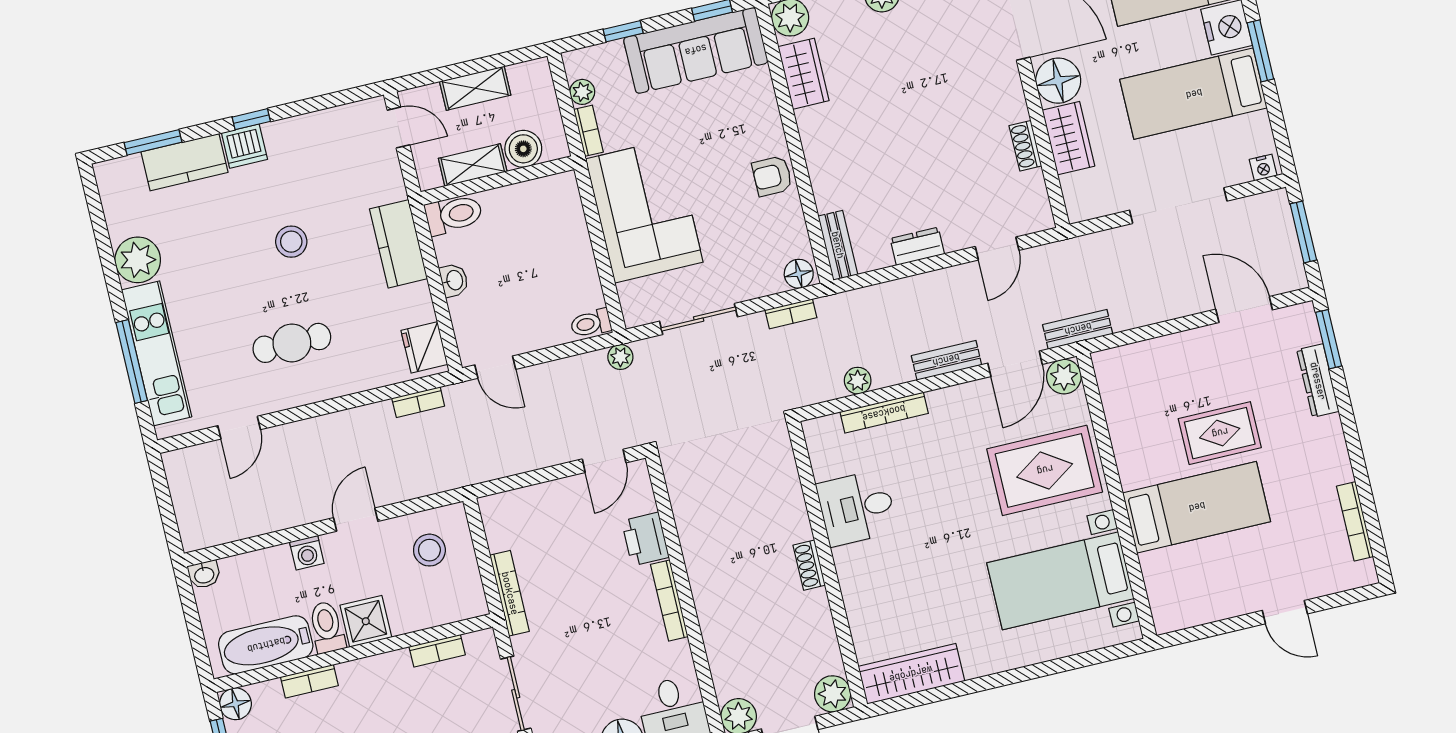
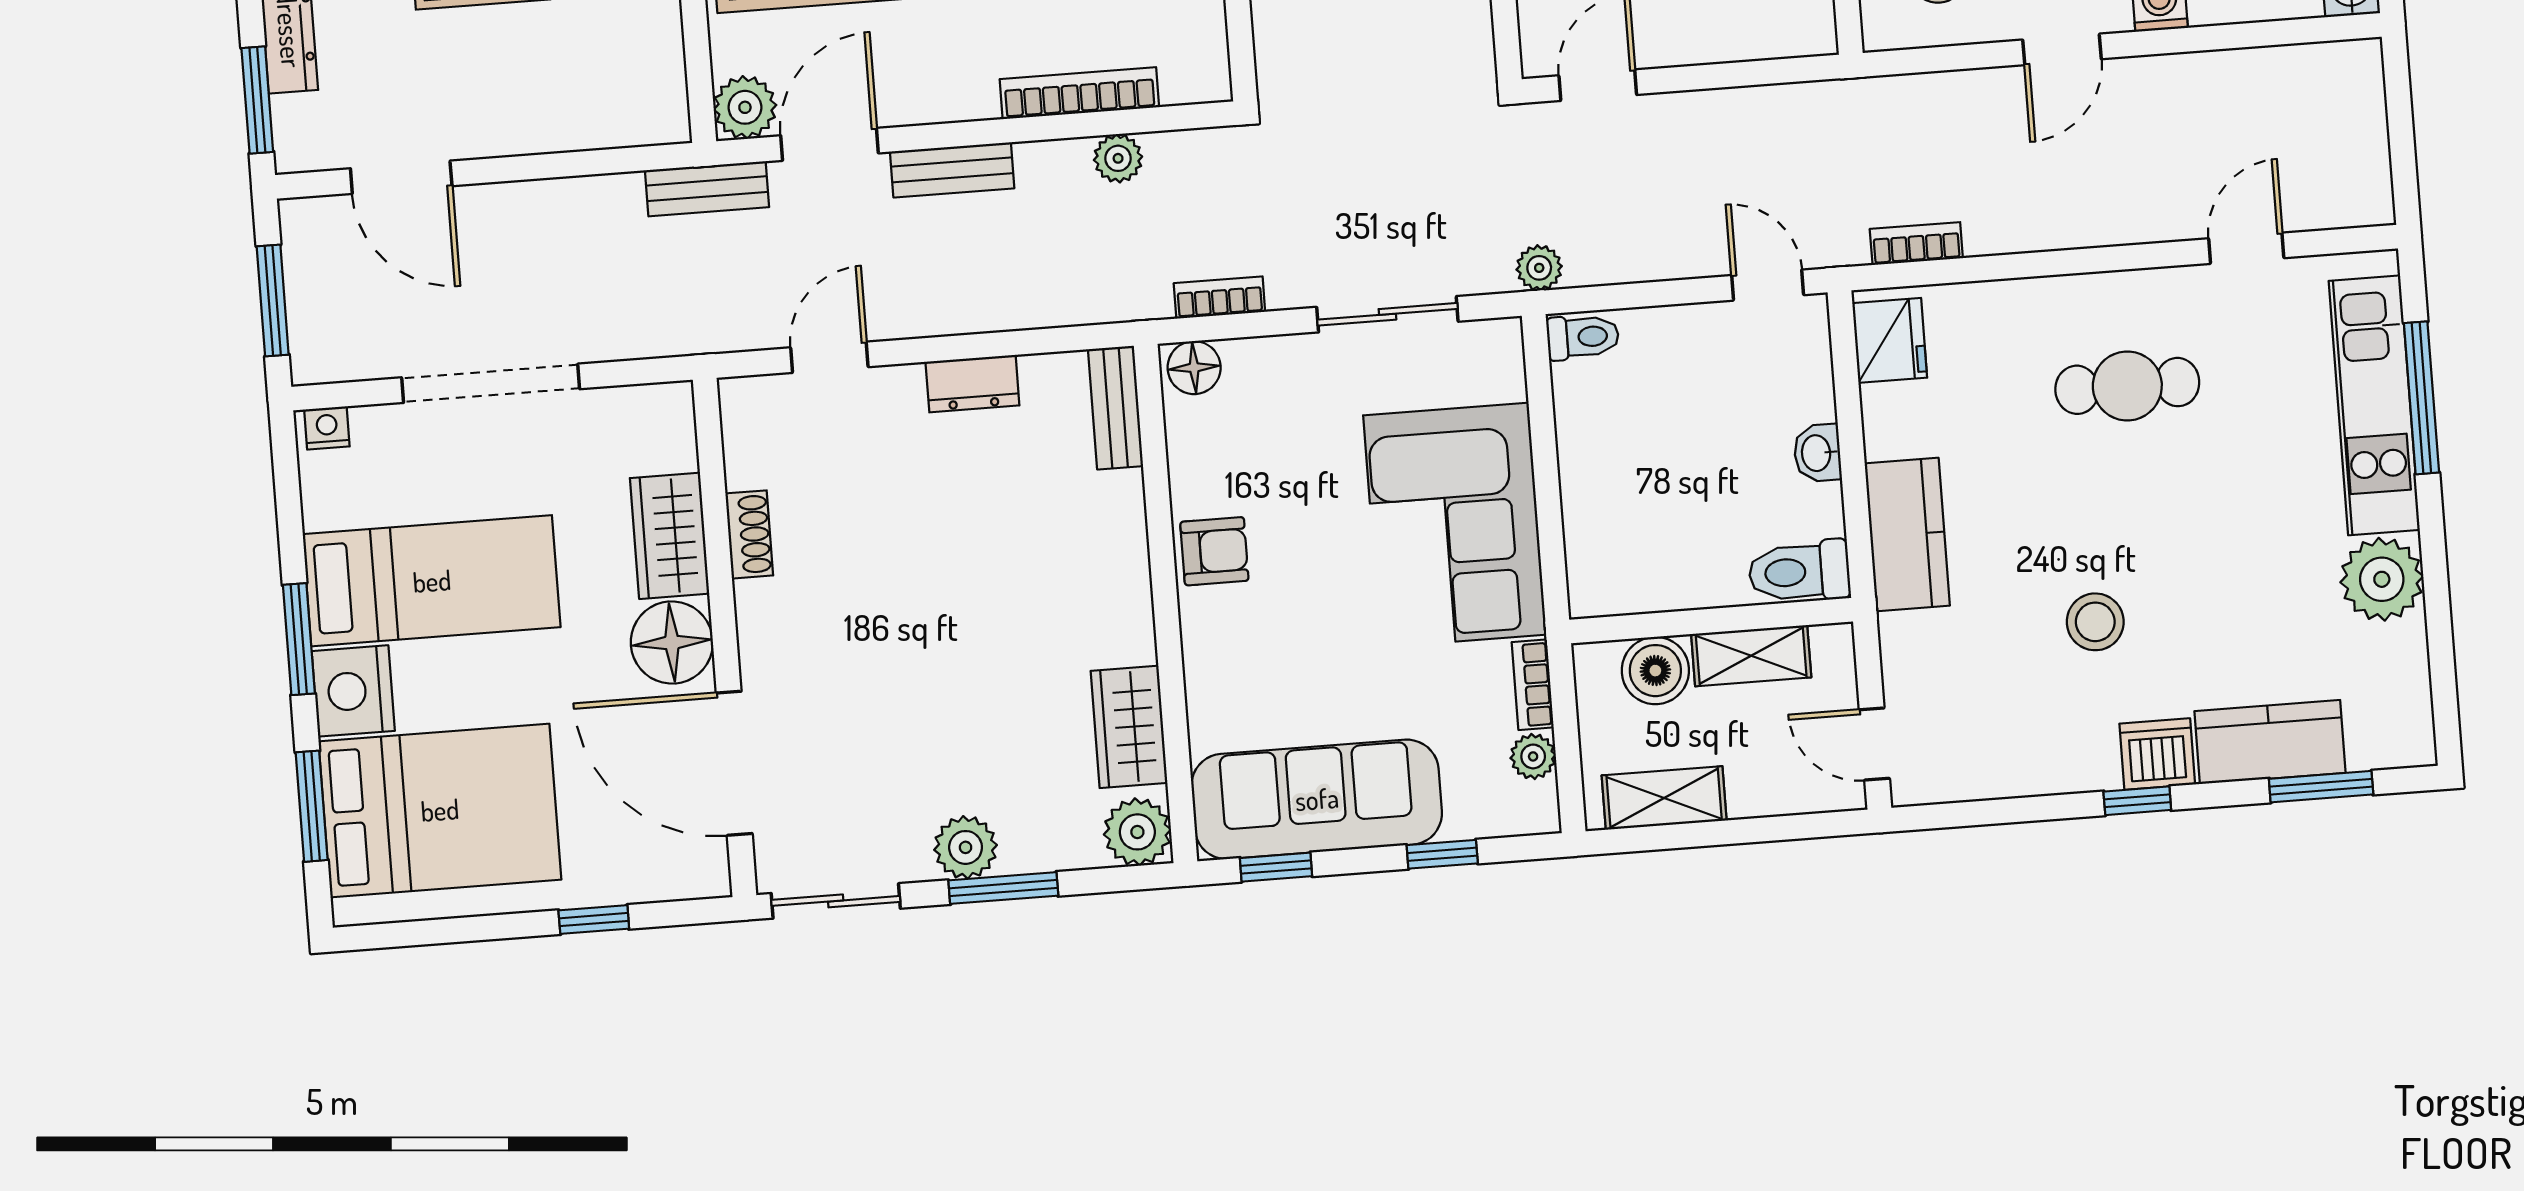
shelving: (475, 88) -> (1664, 798), moved
stool: (291, 242) -> (2095, 622), moved

